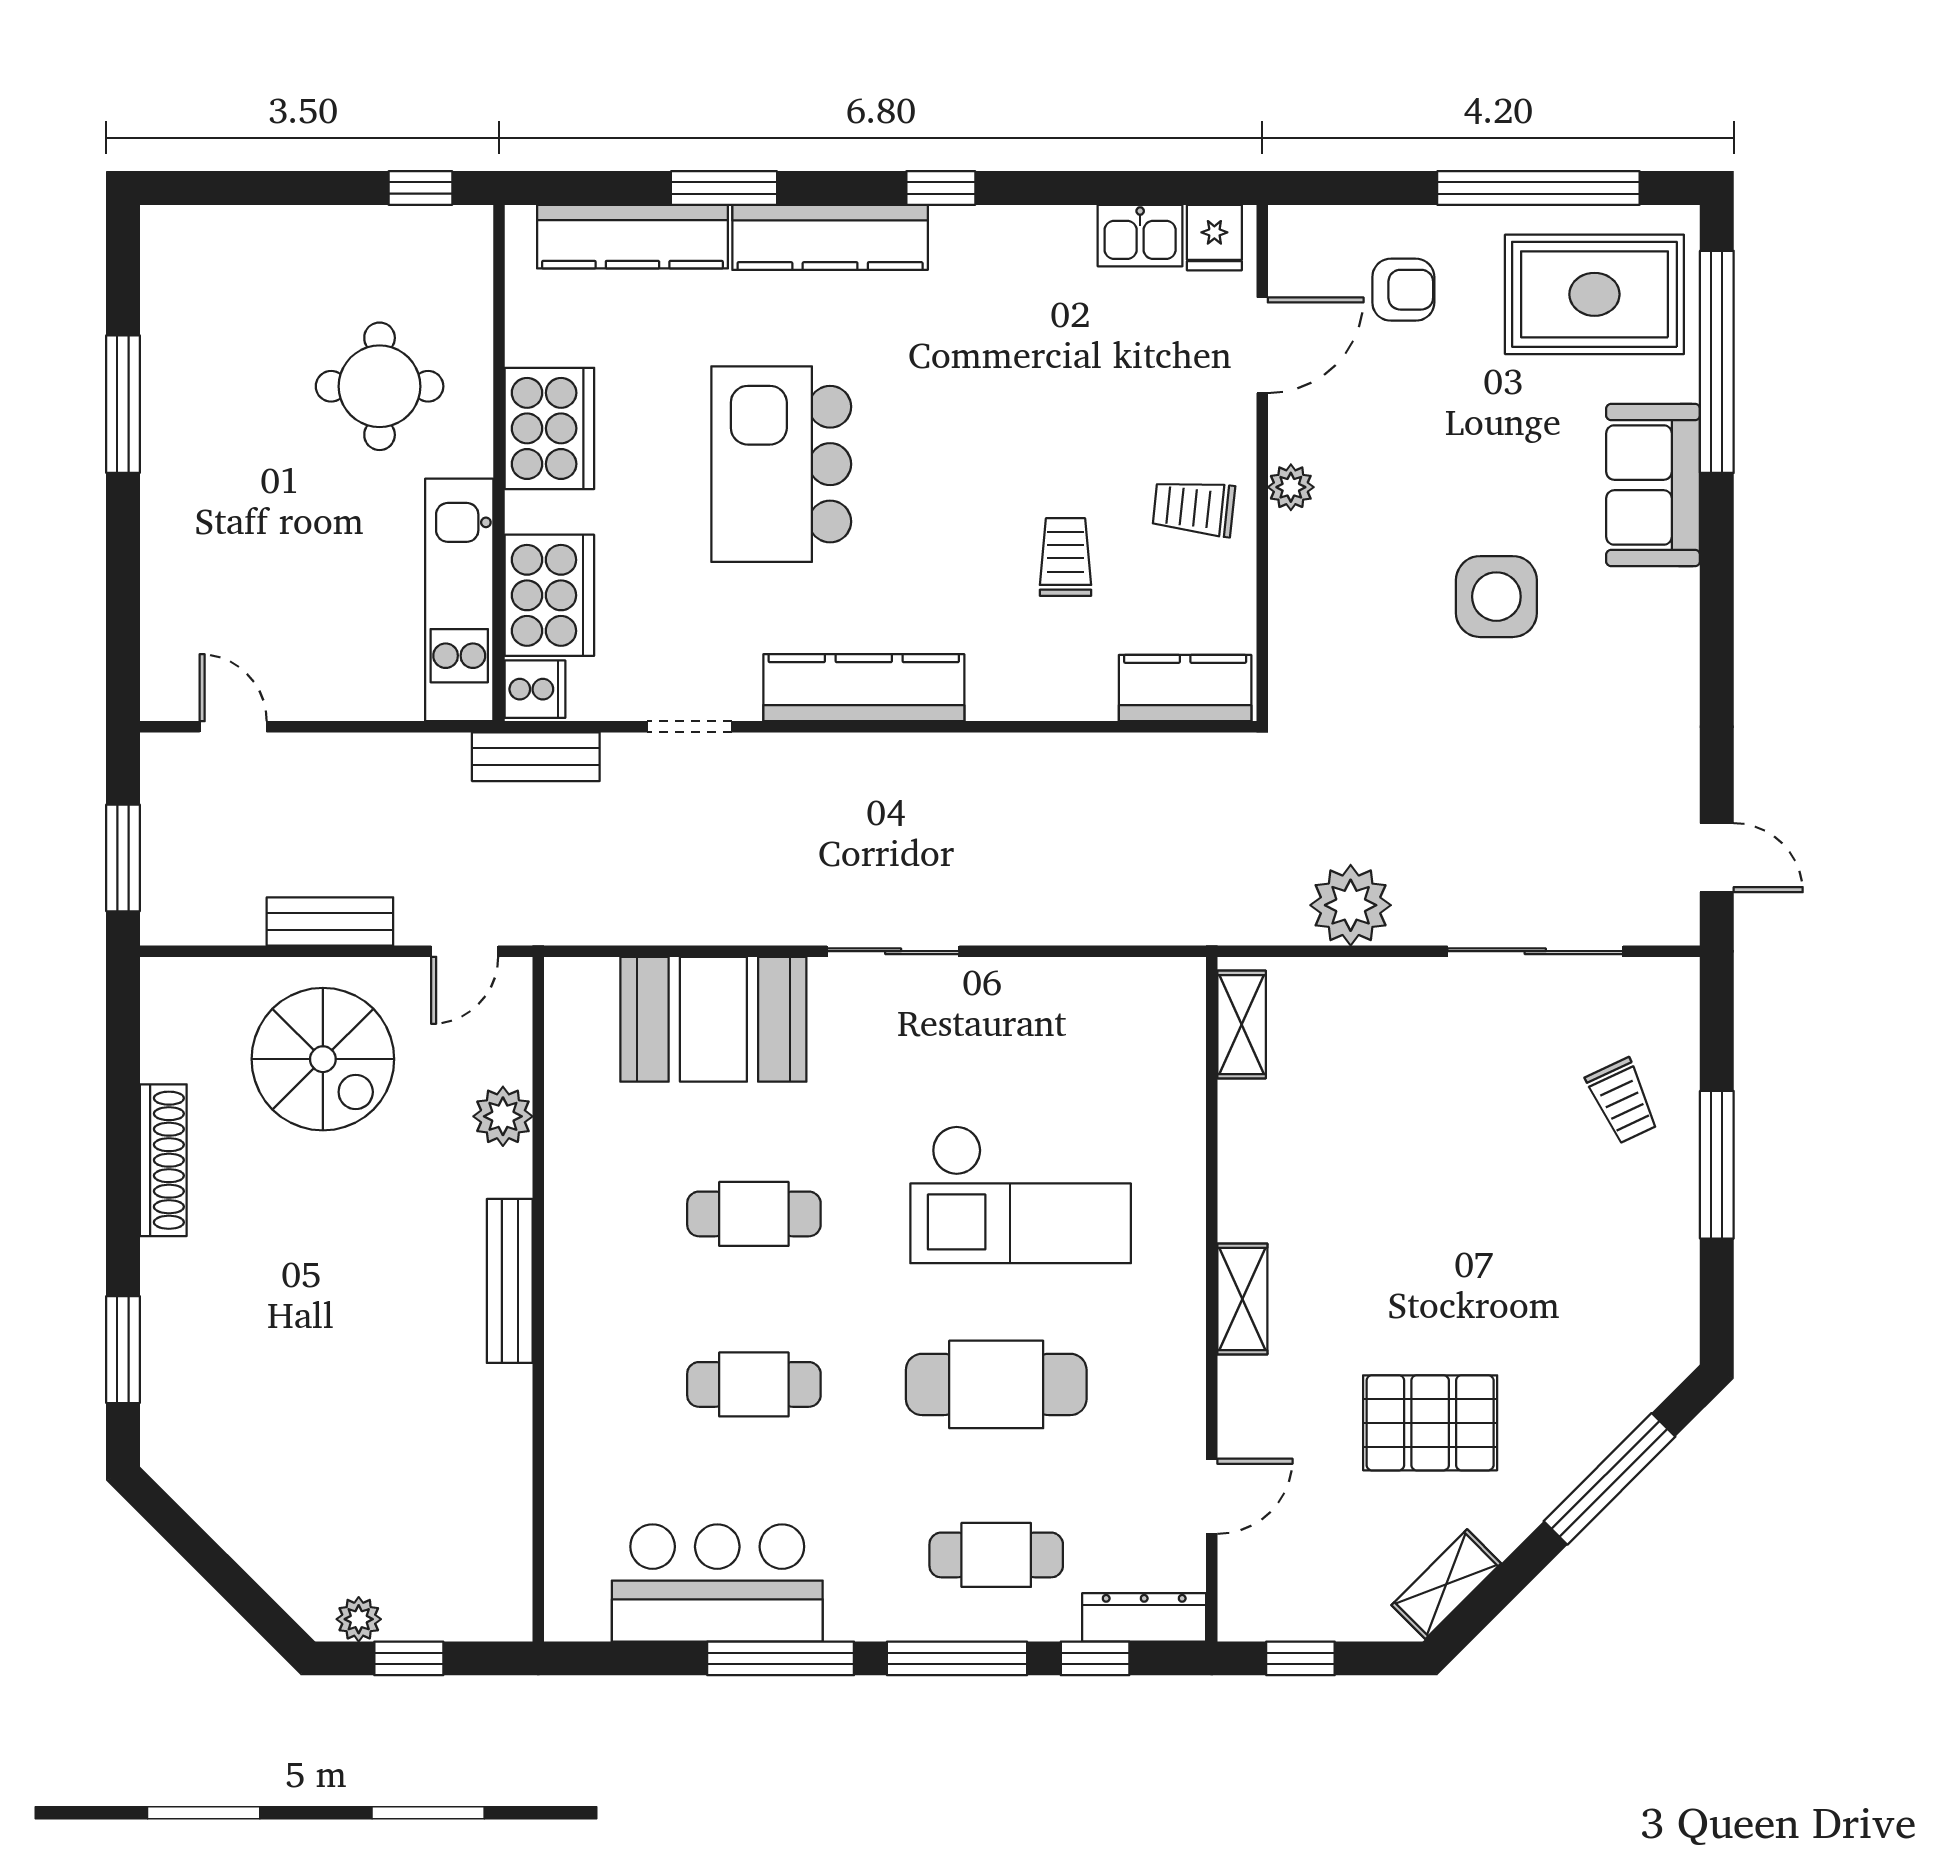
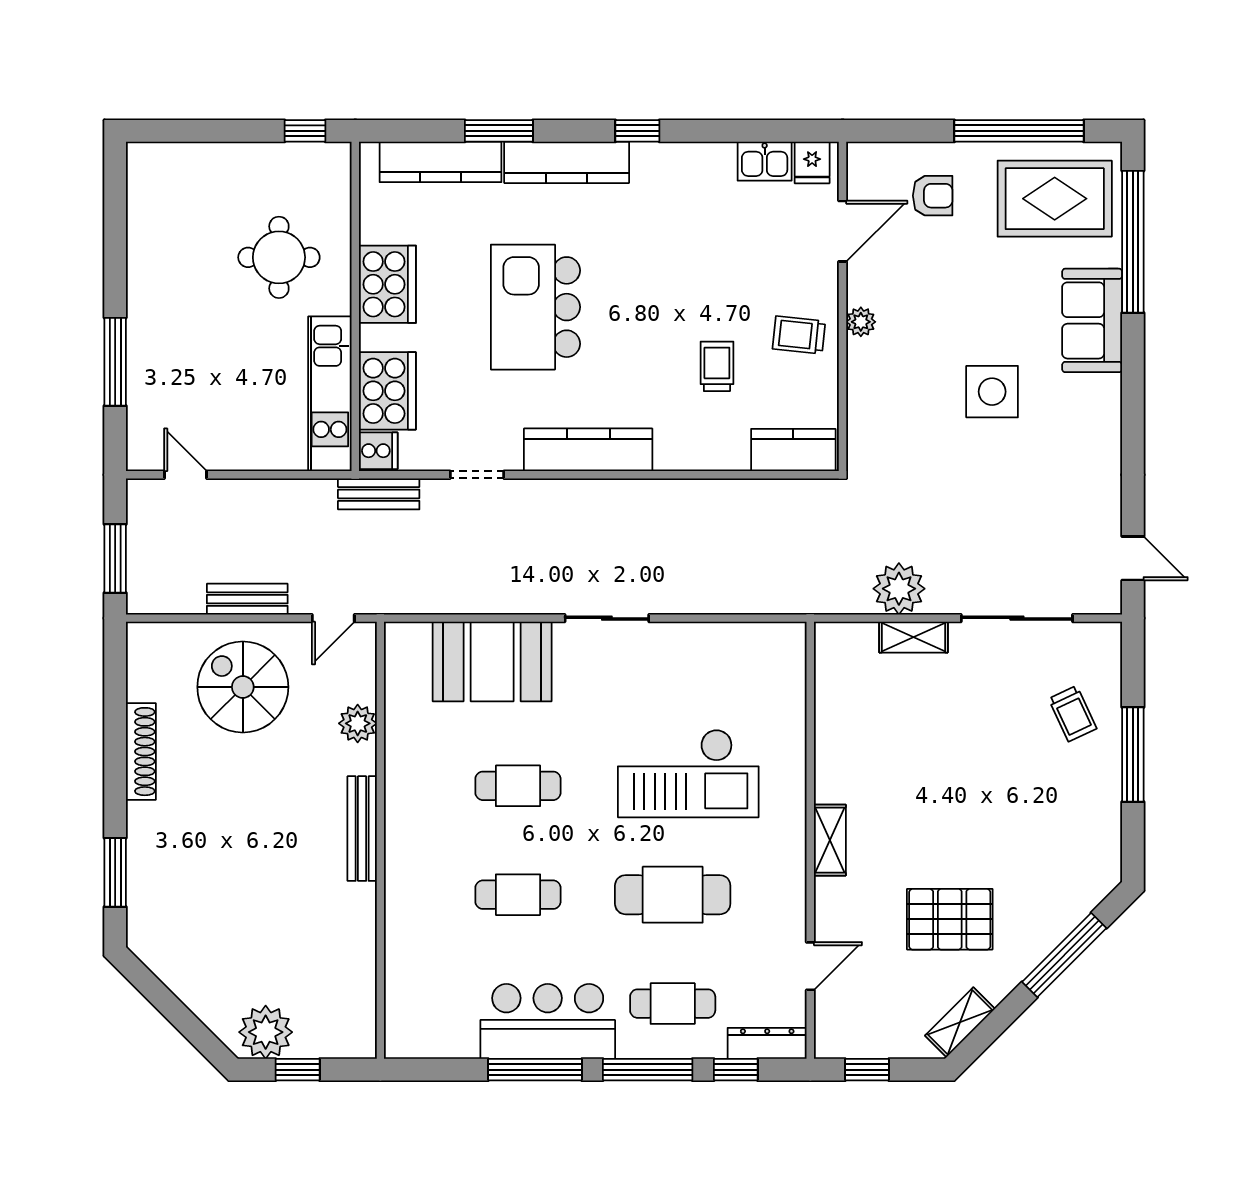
window: (123, 404) -> (115, 362), moved
shelving: (1242, 1025) -> (913, 637), moved, turned 90
spiral stairs: (323, 1059) -> (243, 687), turned 180
bar counter: (717, 1583) -> (548, 1021), moved
plant: (359, 1619) -> (266, 1032), width x1.88, depth x1.88

